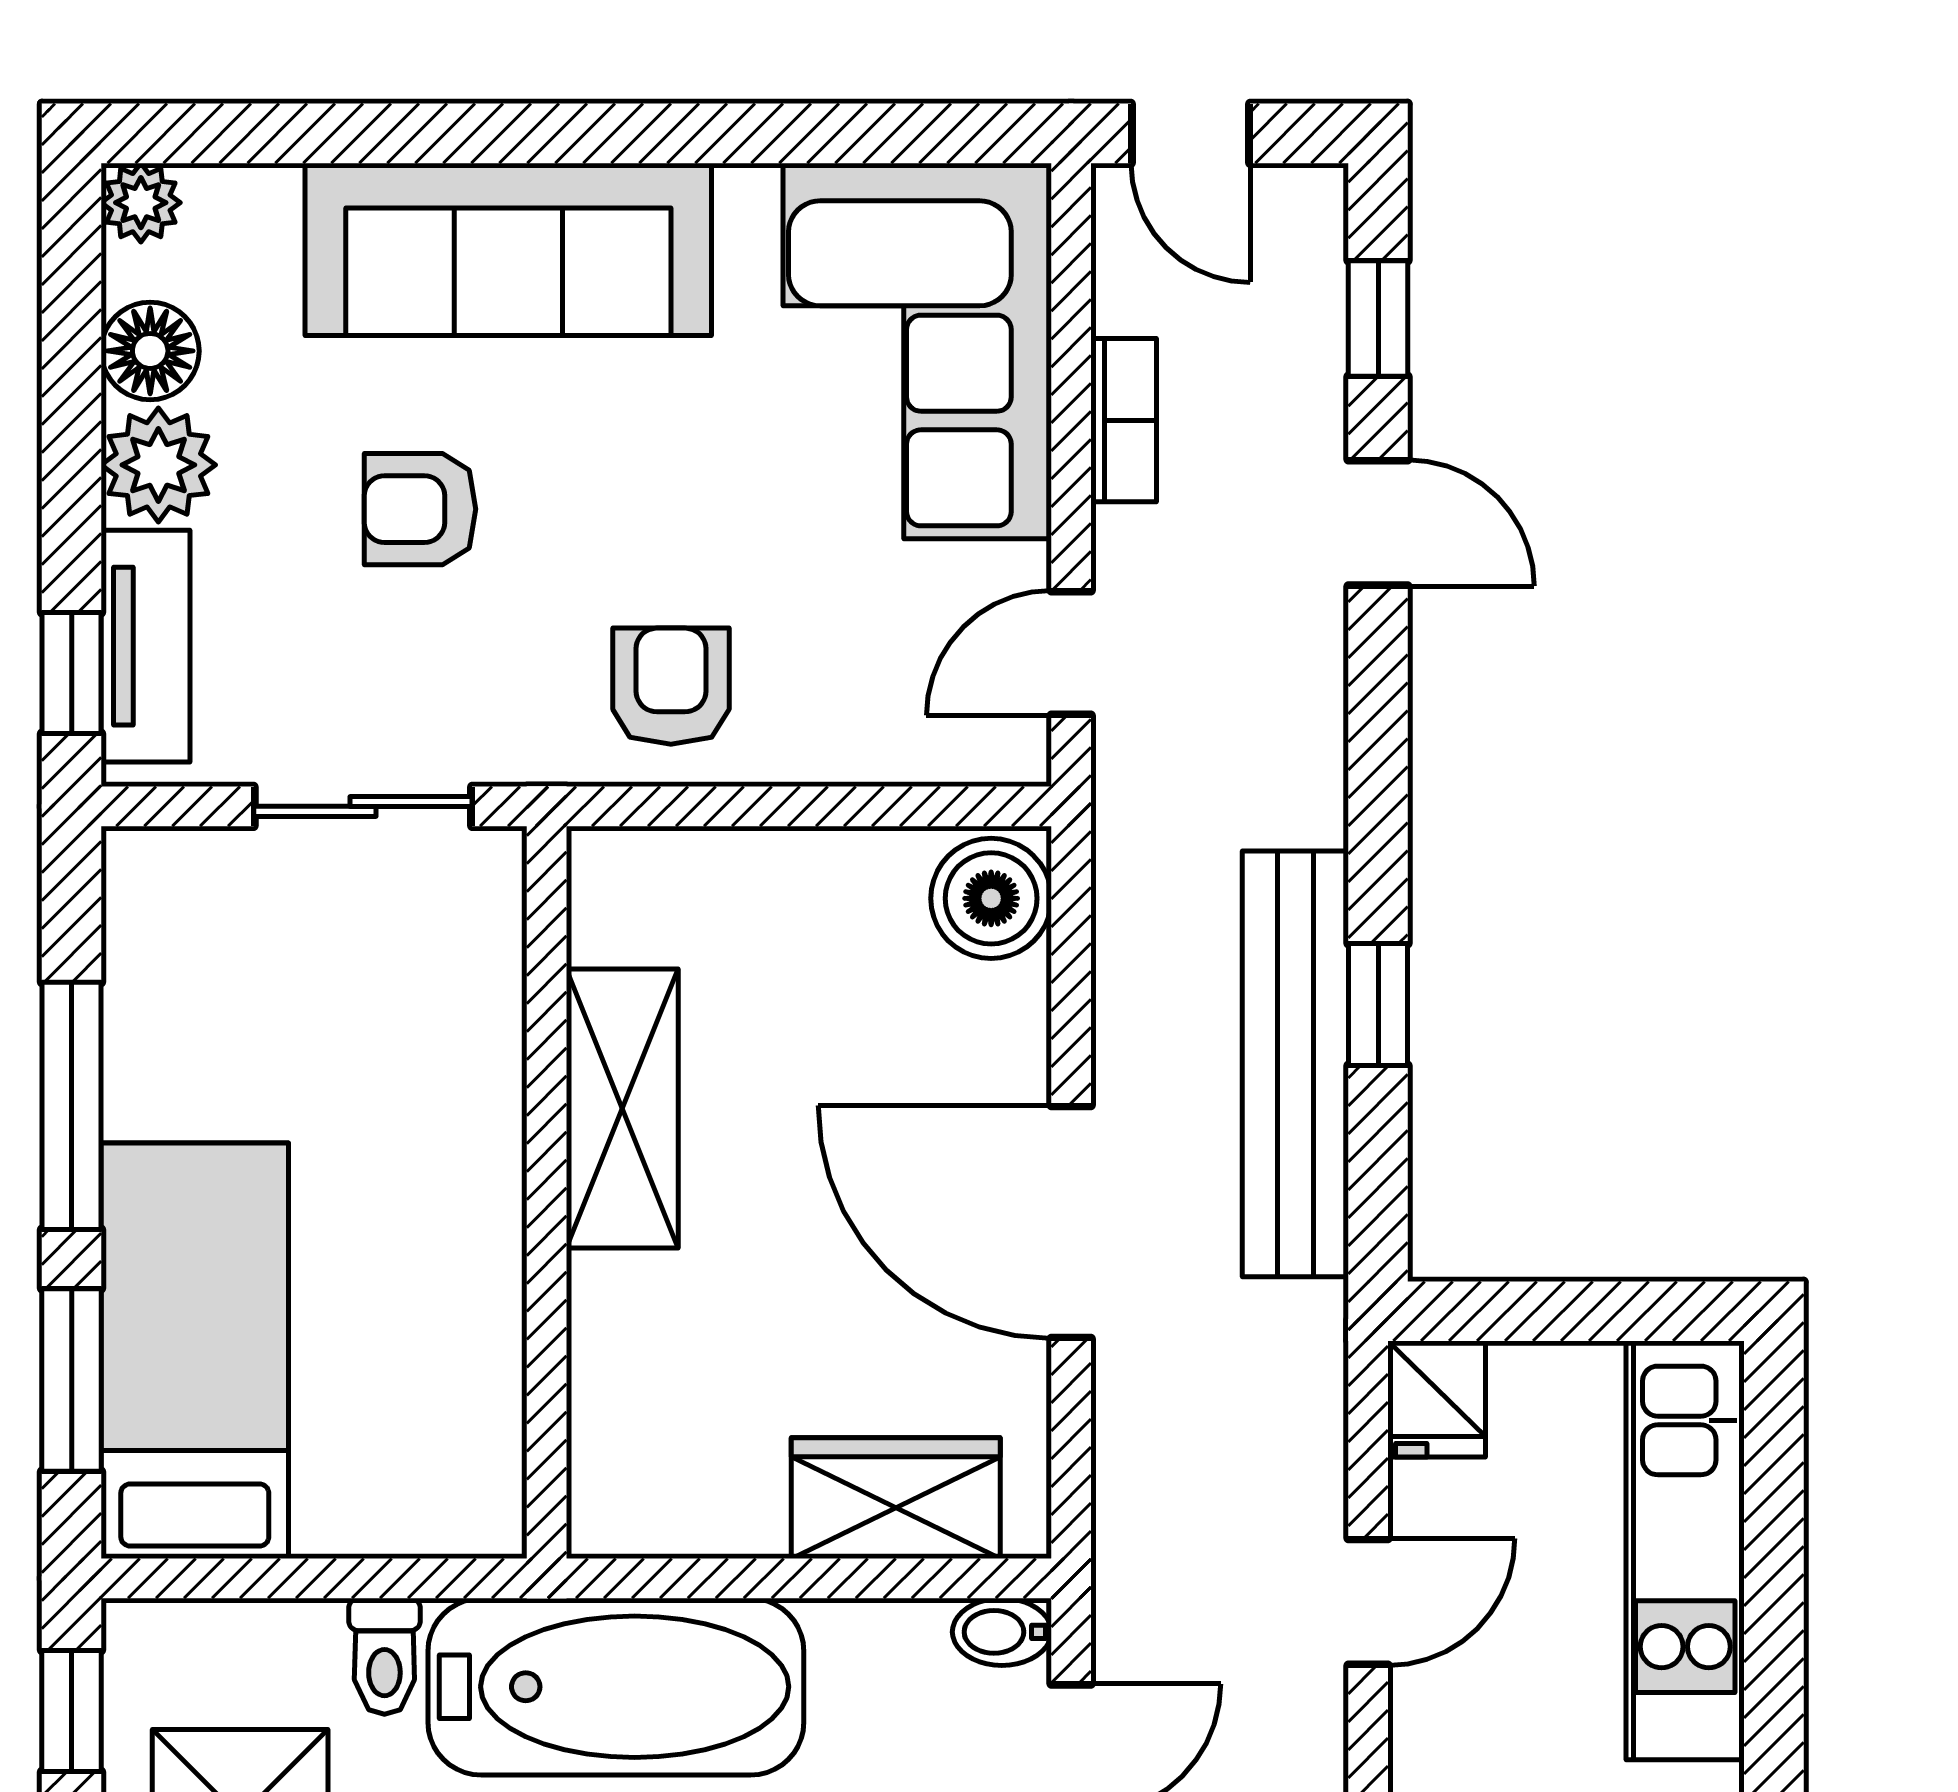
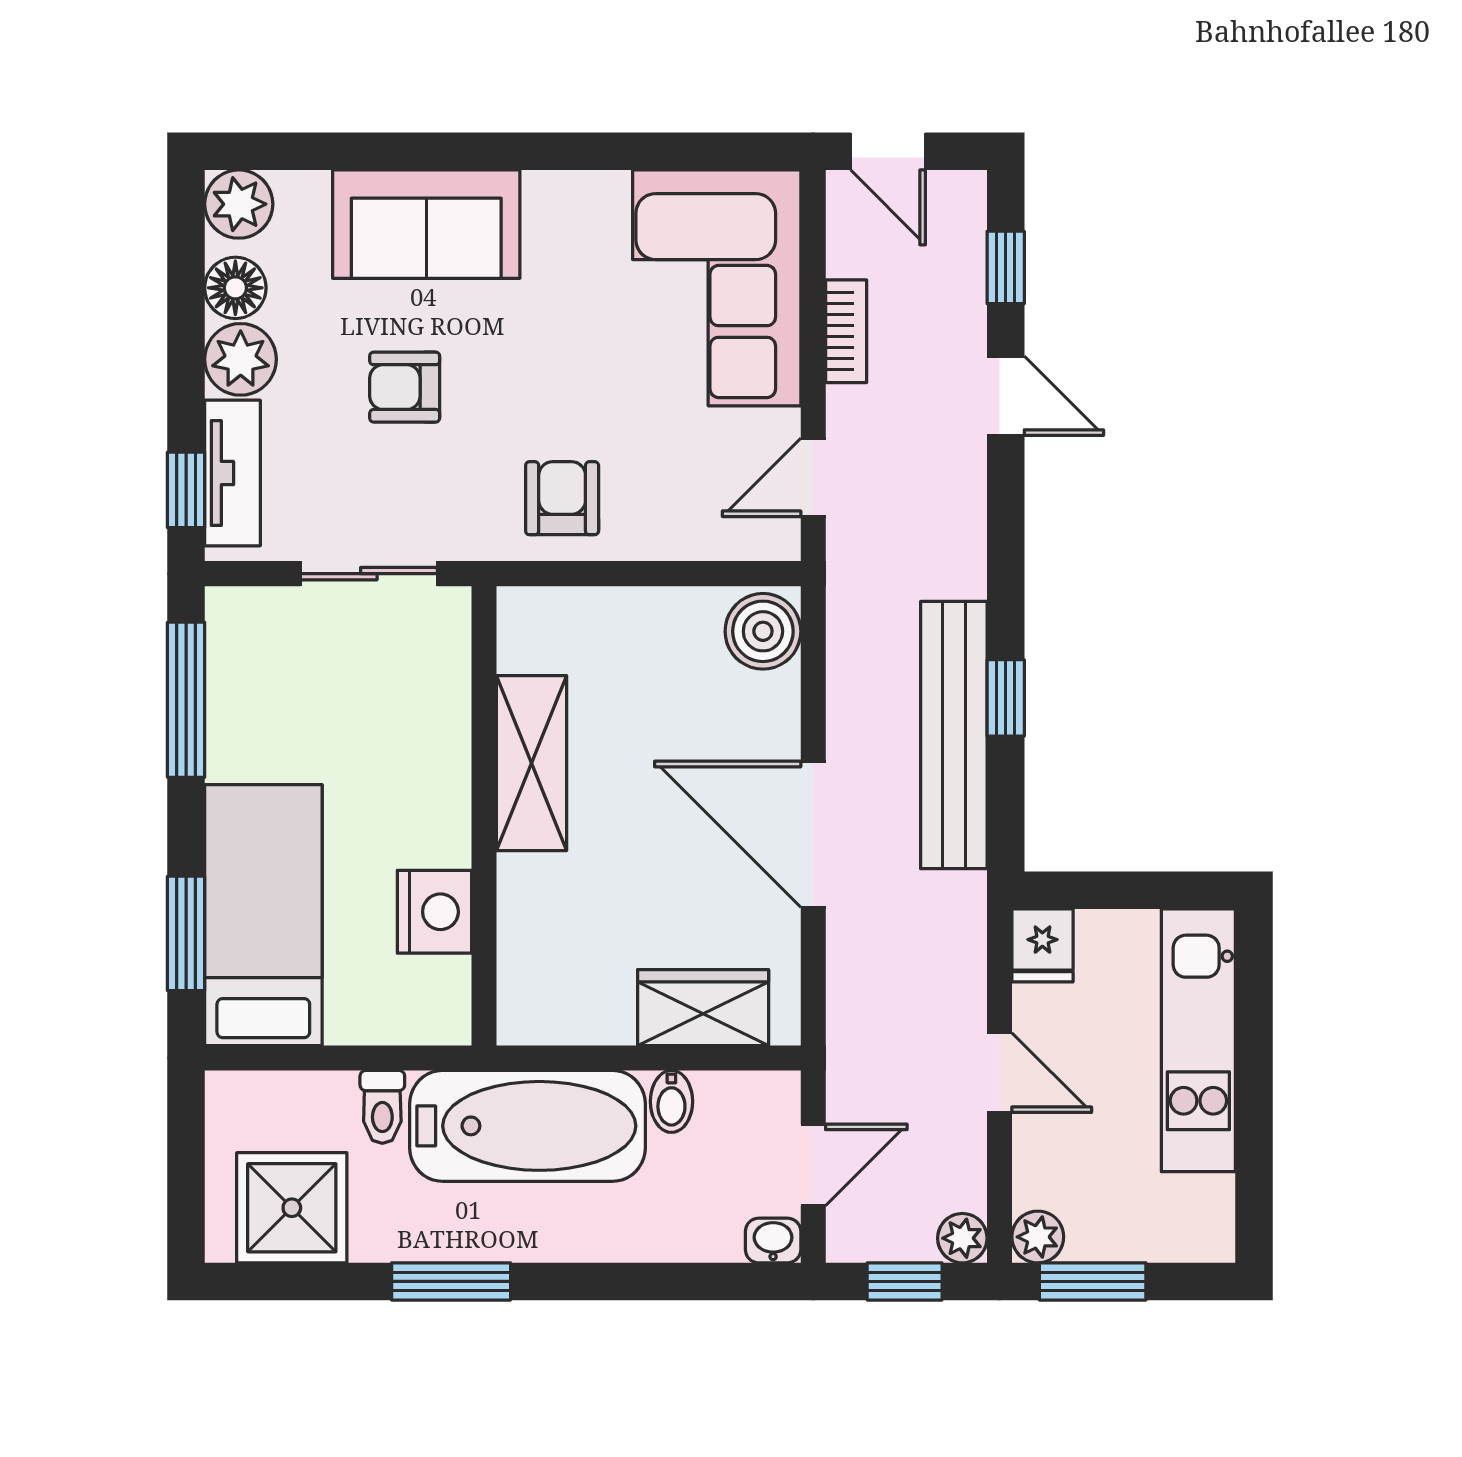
plant: (141, 203) -> (239, 204), width x1.38, depth x1.38
sofa: (508, 249) -> (426, 224), width x0.73
window: (72, 1106) -> (186, 700), moved
nightstand: (468, 1345) -> (434, 912), added
door: (1368, 1602) -> (999, 1073), hinge flipped
bidet: (1002, 1632) -> (671, 1101), moved, turned -90
window: (72, 1711) -> (186, 1141), removed

